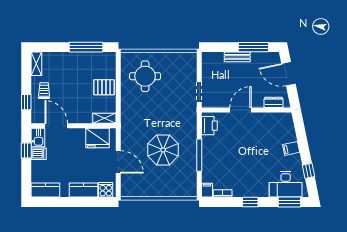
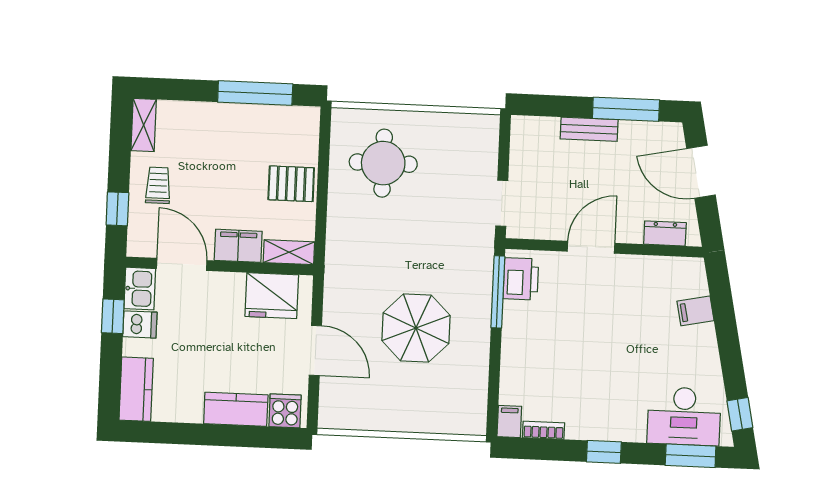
filing cabinet: (81, 116) -> (238, 246), added
filing cabinet: (291, 148) -> (695, 311), moved
window: (199, 155) -> (498, 292), moved
window: (308, 171) -> (740, 414), moved
kitchen counter: (45, 190) -> (136, 389), moved, turned 90

